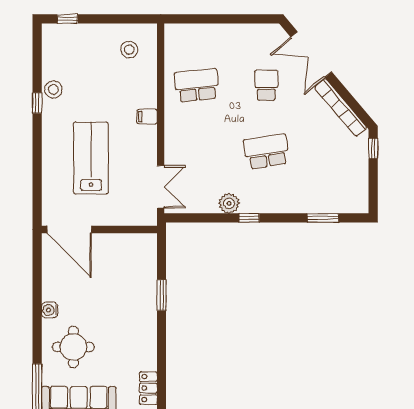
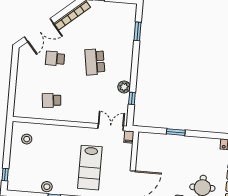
school desk: (197, 85) -> (52, 100), width x0.54
filing cabinet: (147, 117) -> (129, 137), moved
lab bench: (91, 158) -> (90, 168), turned -90
window: (249, 218) -> (132, 98), moved

